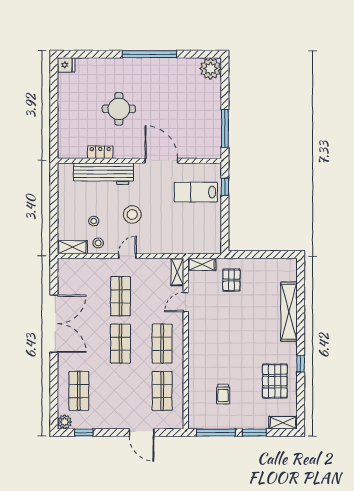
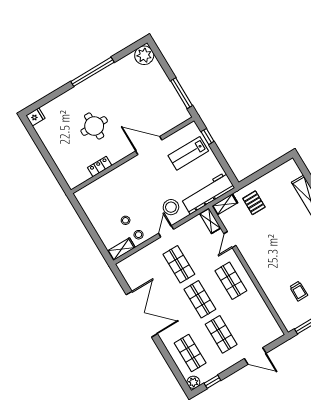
workbench: (104, 174) -> (208, 193), moved, turned 180
stool: (132, 214) -> (171, 207), moved
shop shelf: (162, 391) -> (221, 334), moved

